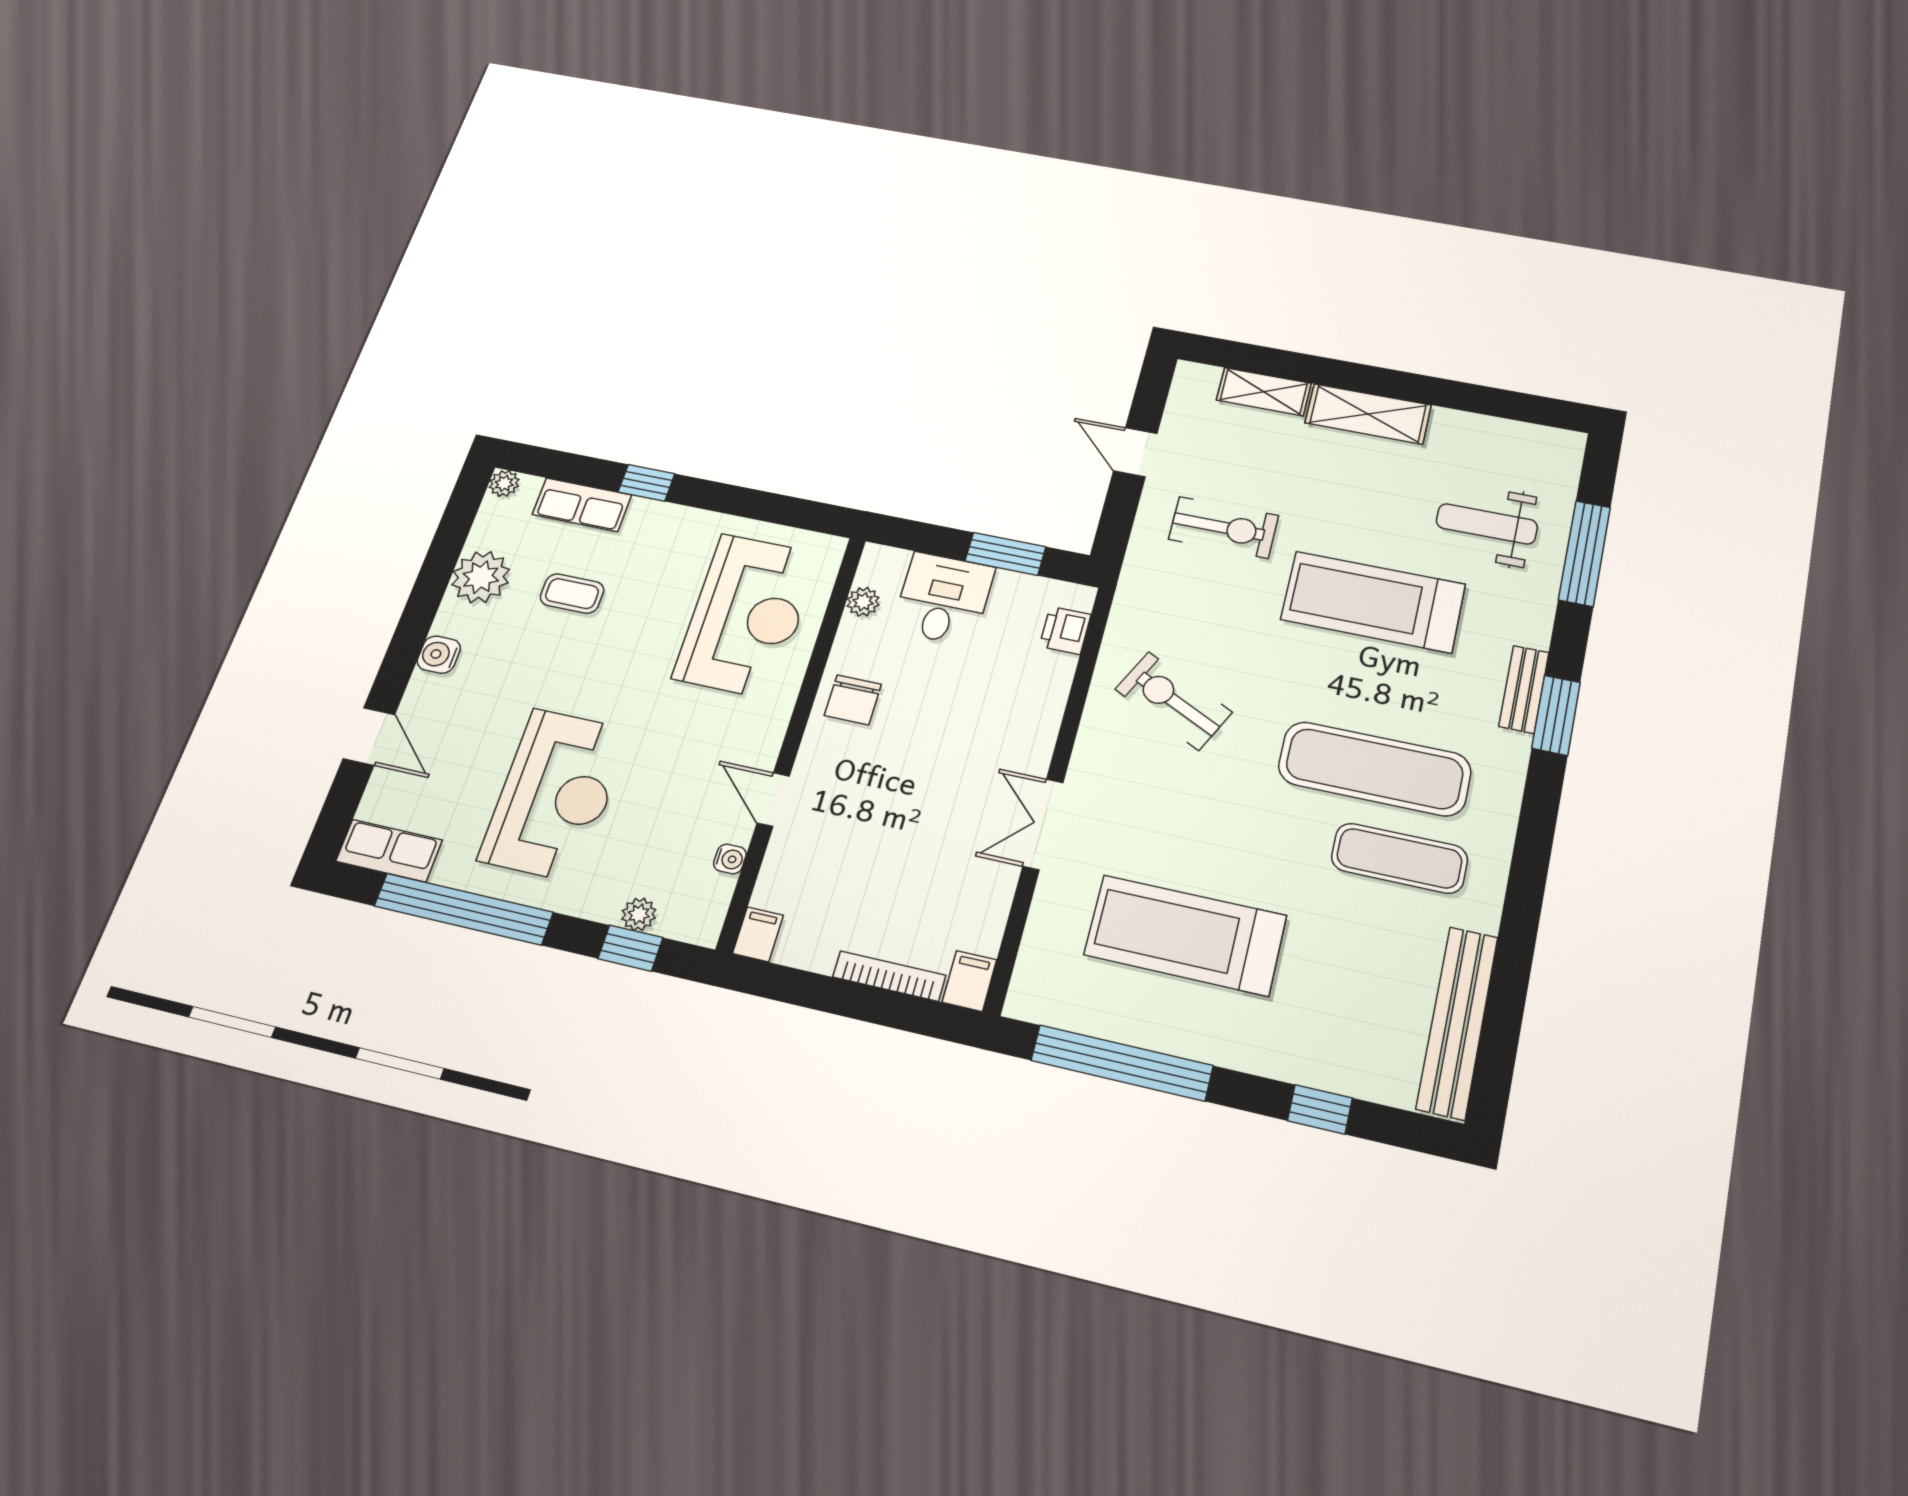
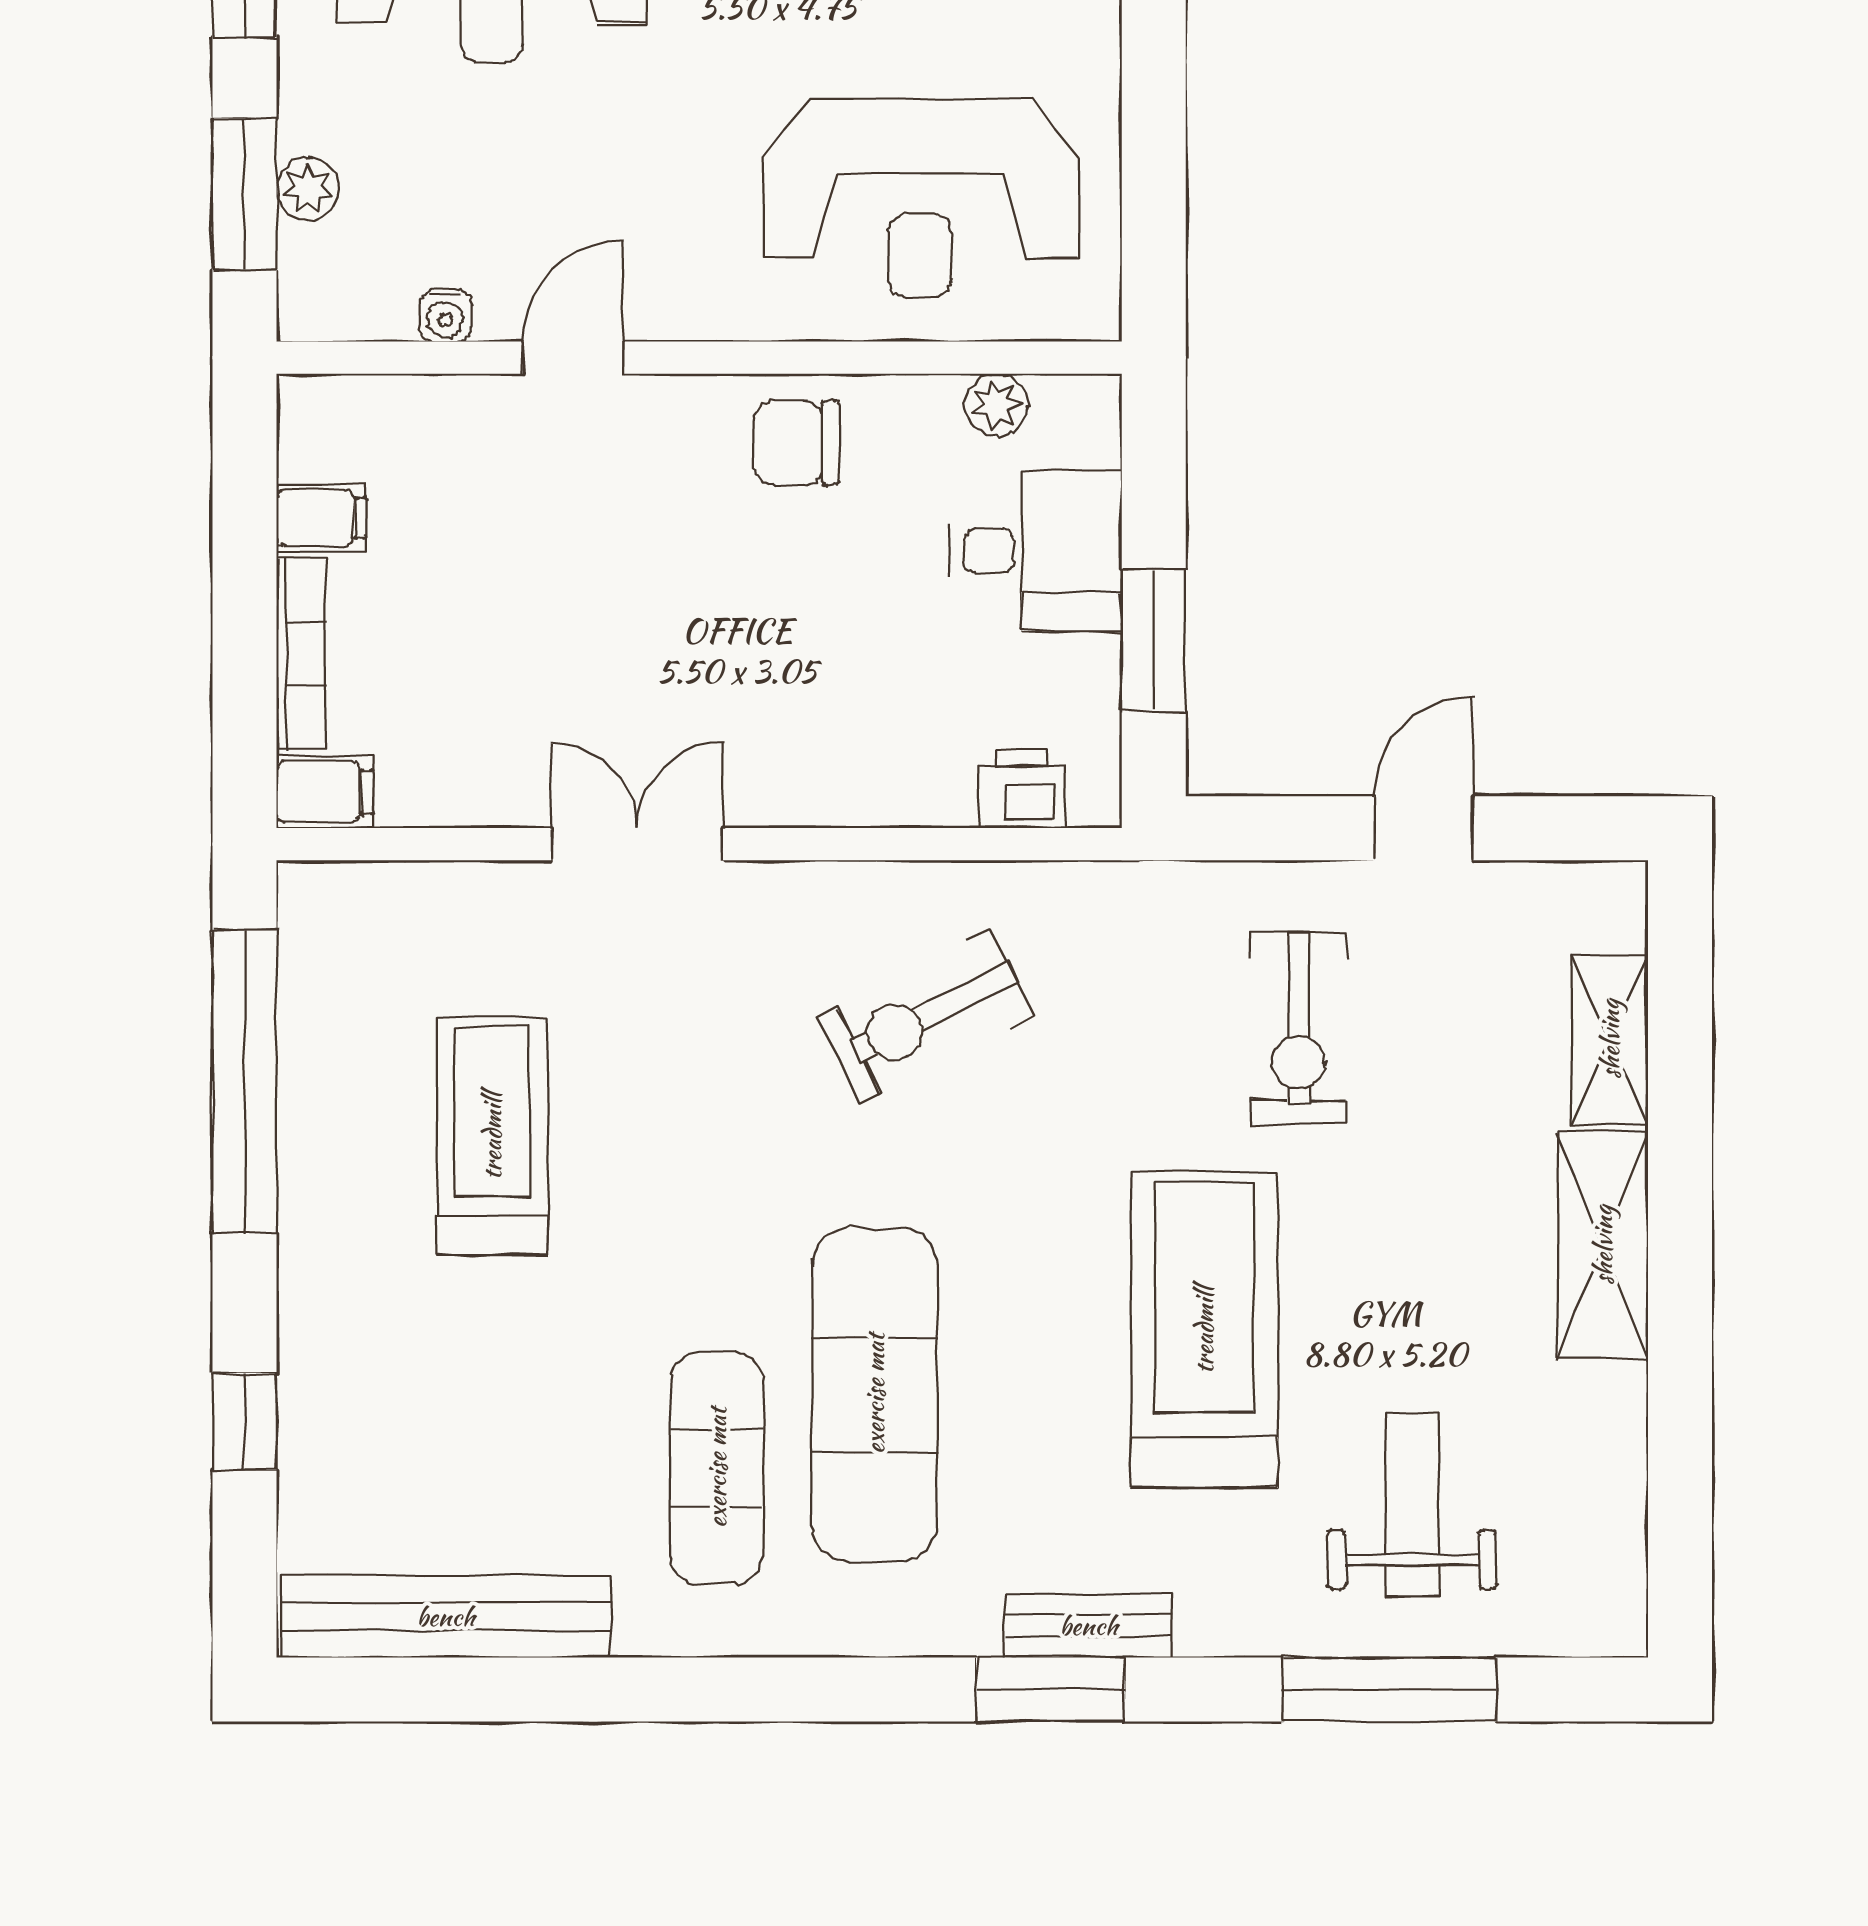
exercise bike: (1174, 701) -> (926, 1016), turned -143
filing cabinet: (758, 934) -> (321, 518), moved
treadmill: (1185, 935) -> (492, 1136), width x0.73, depth x0.73
window: (630, 948) -> (244, 194), width x1.50

